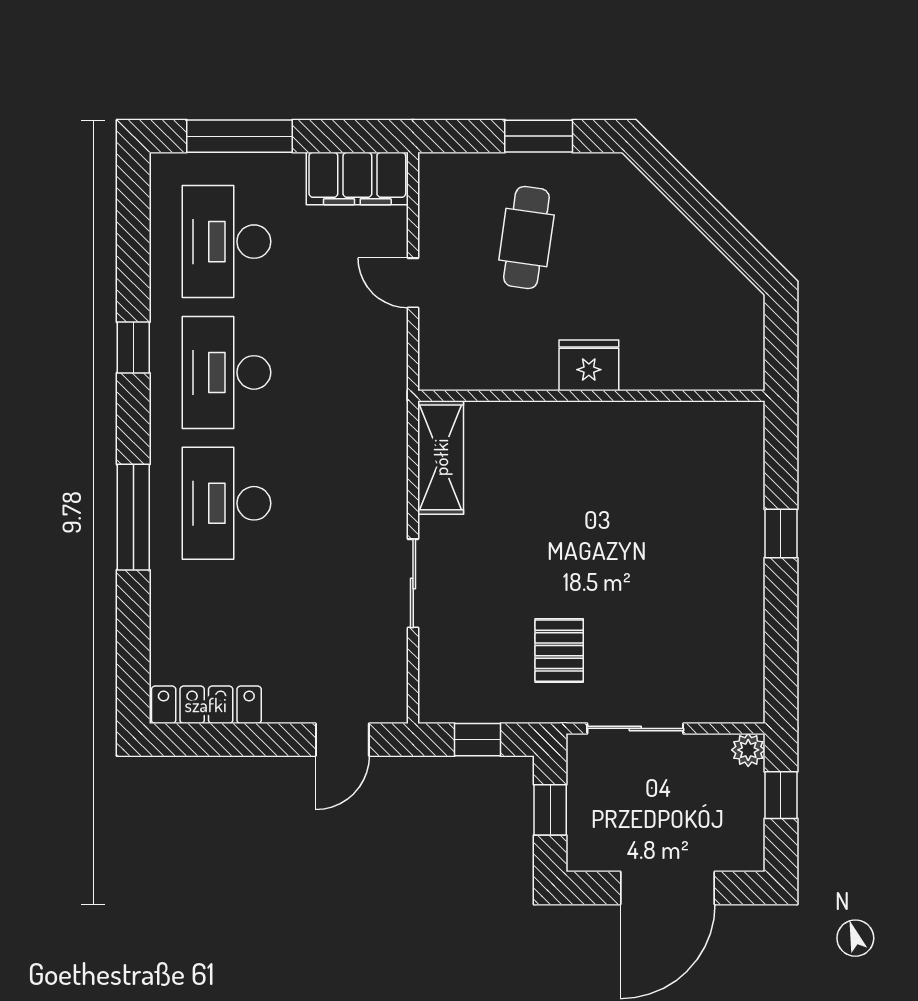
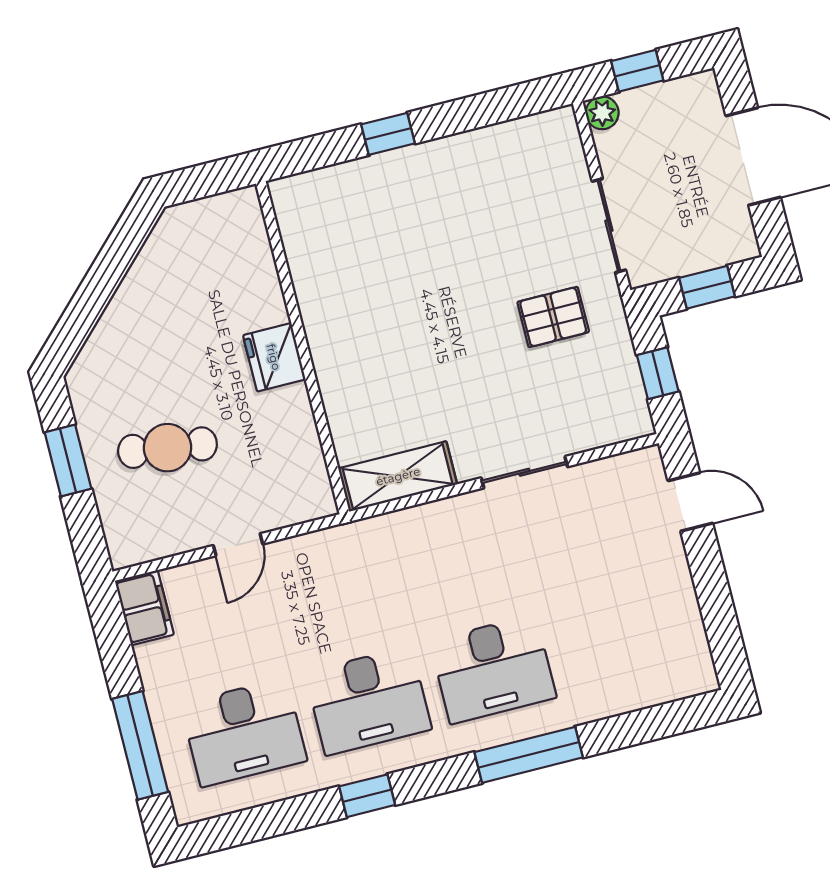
filing cabinet: (357, 178) -> (144, 608), width x0.67, depth x0.86
locker: (206, 705) -> (690, 640), removed

